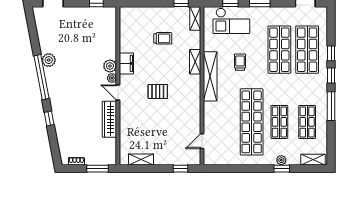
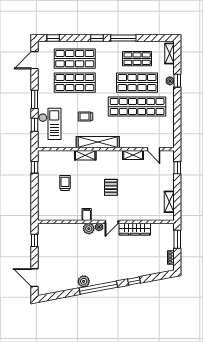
shelving: (195, 19) -> (133, 155), moved
window: (331, 53) -> (53, 38), moved
filing cabinet: (126, 63) -> (87, 214), width x0.50
shop shelf: (279, 122) -> (137, 83), width x1.43, depth x1.36

